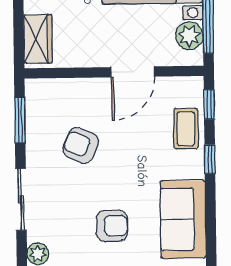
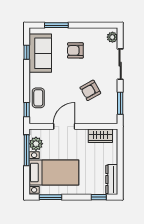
wardrobe: (38, 39) -> (100, 136), moved, turned -90
armchair: (81, 145) -> (90, 90), turned 128
window: (210, 159) -> (27, 52), moved

